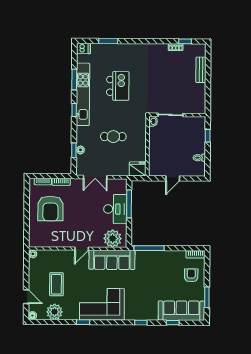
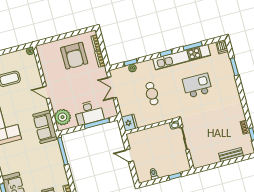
kitchen island: (118, 86) -> (197, 86), turned 180
armchair: (50, 208) -> (74, 56), turned -90
sofa: (112, 260) -> (45, 127), width x0.73

